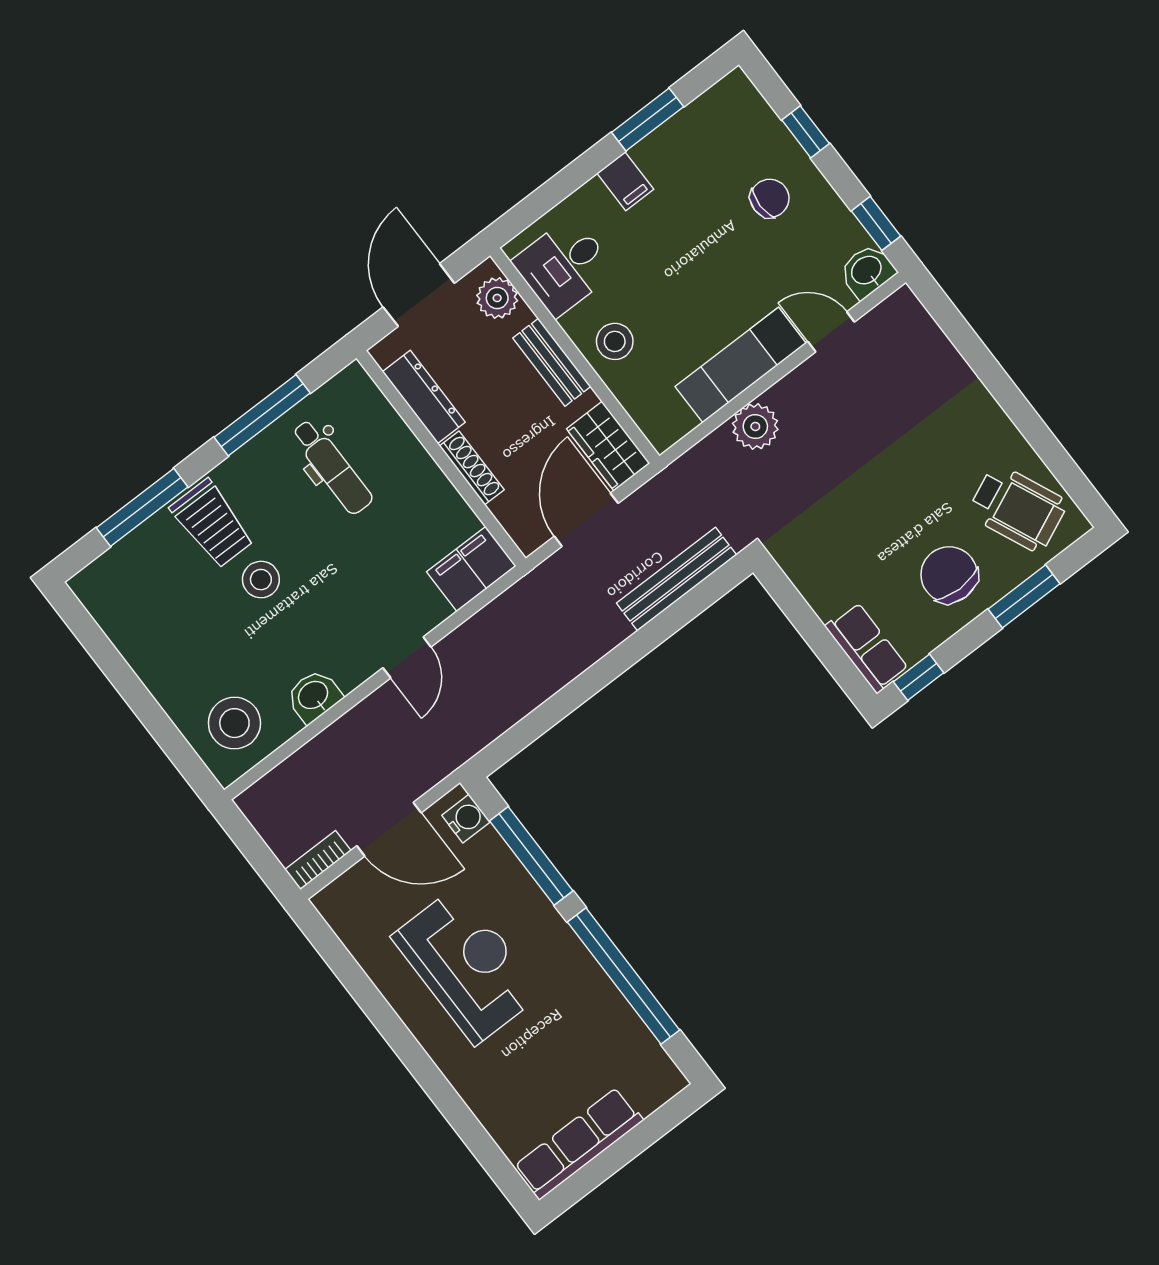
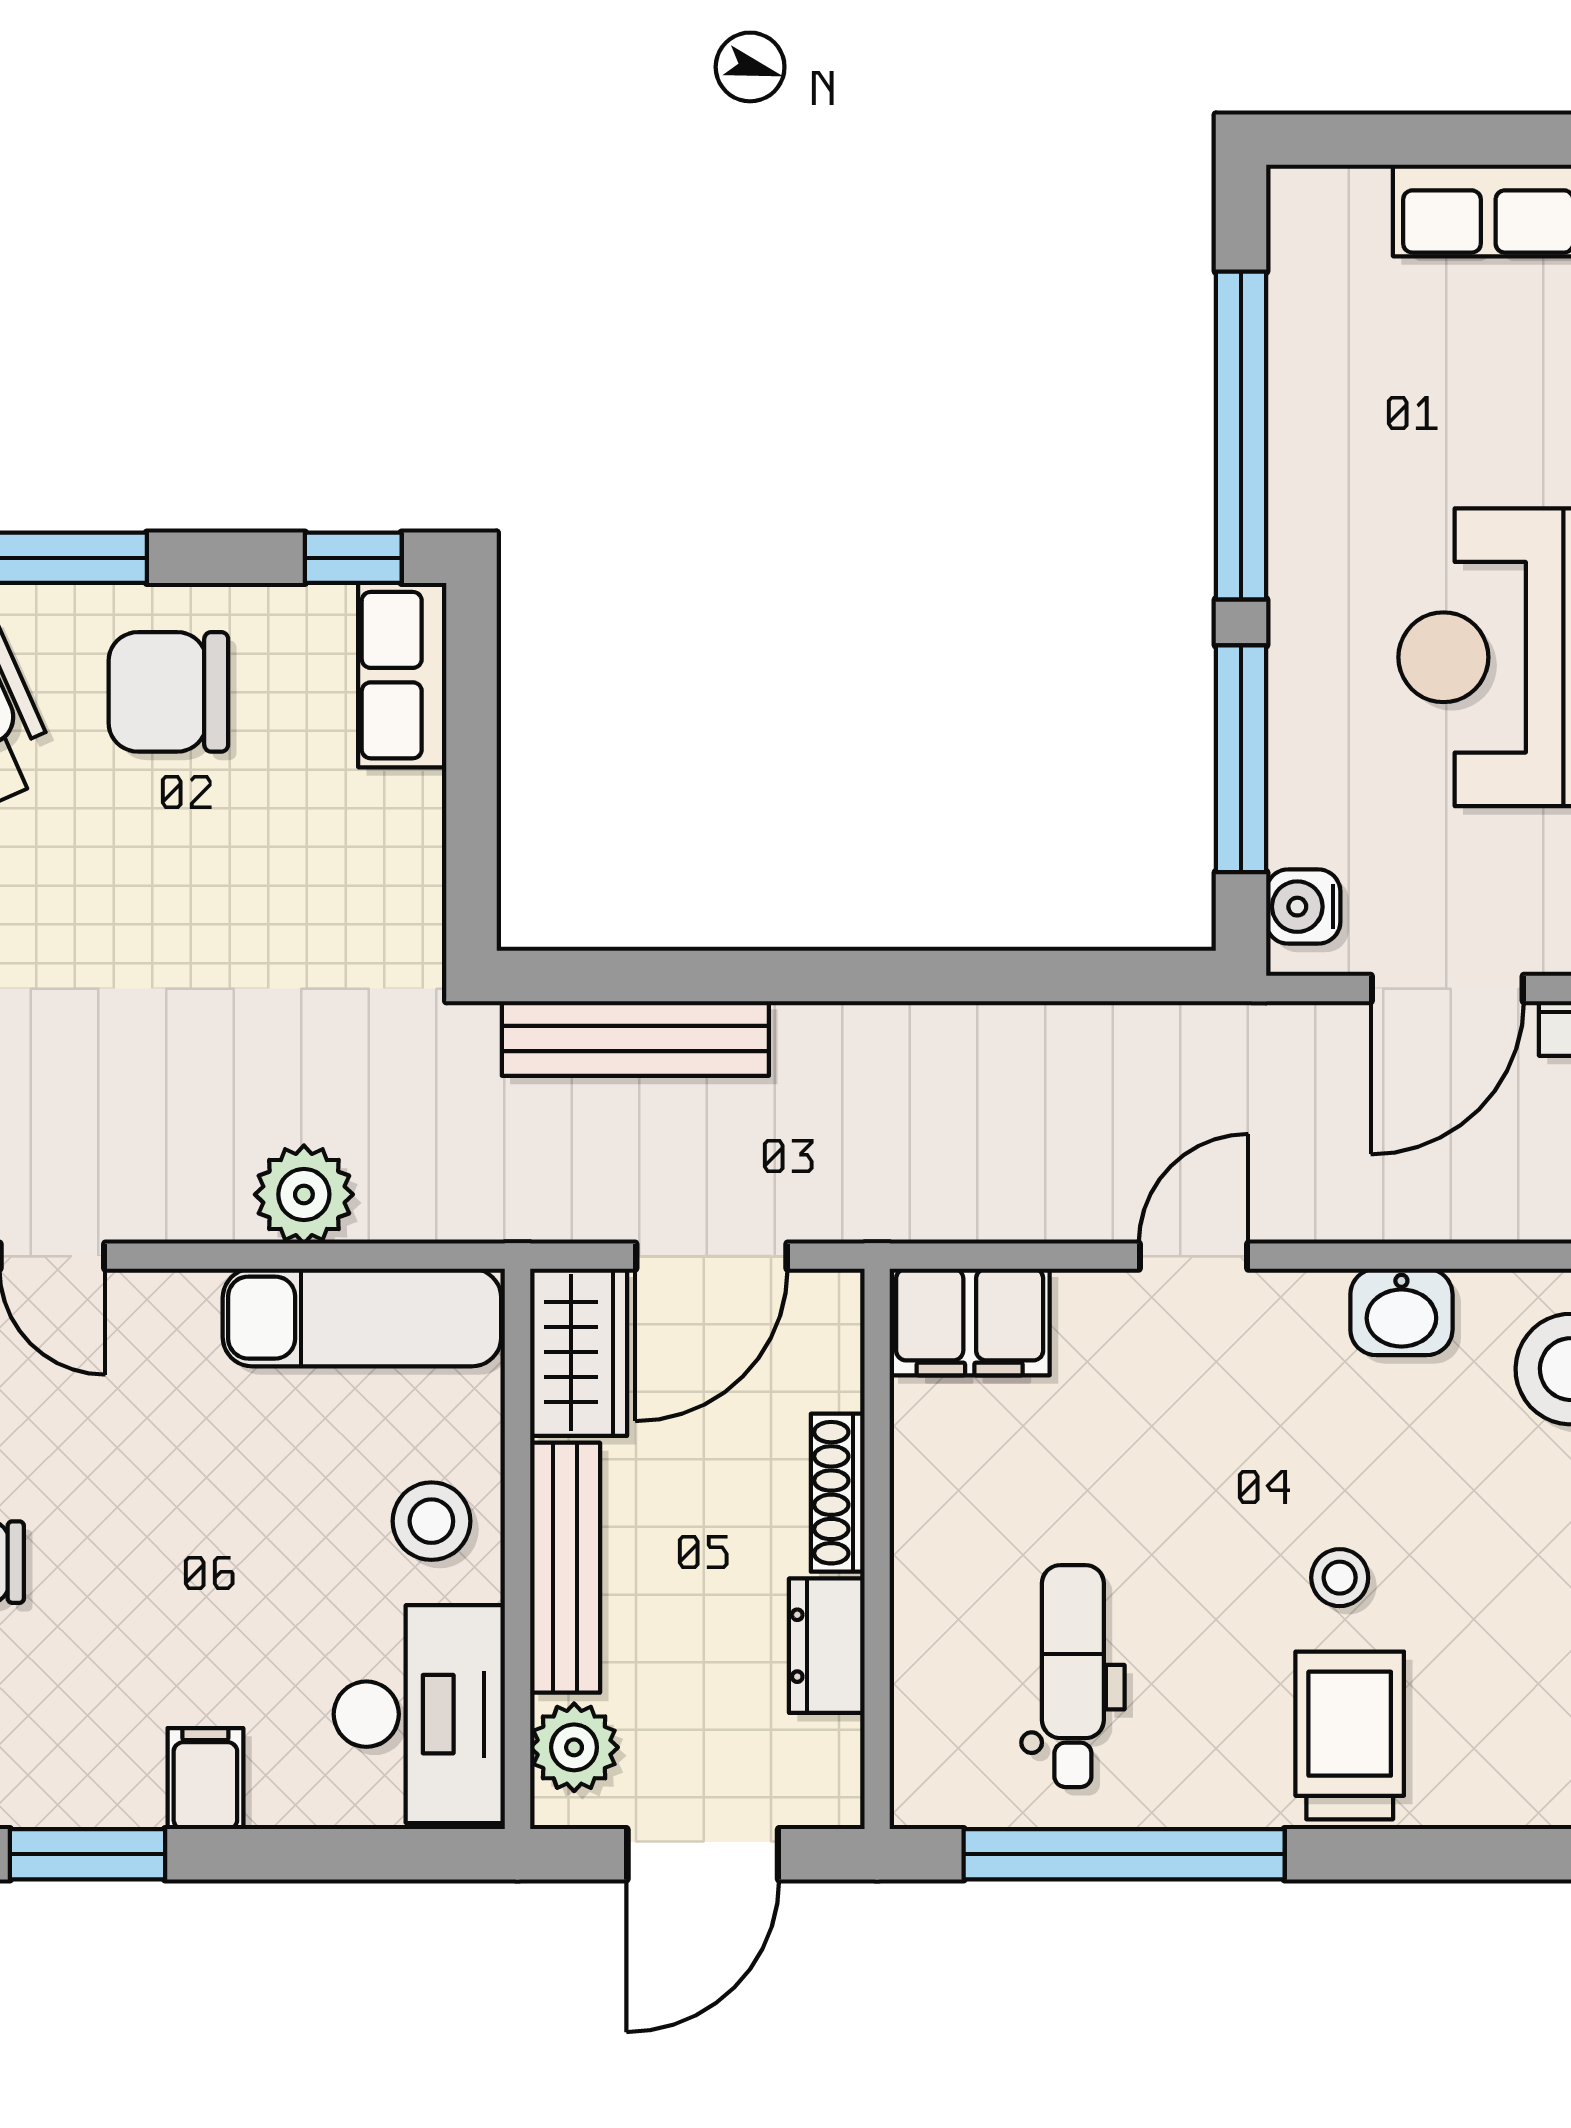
desk: (564, 266) -> (419, 1714), width x1.37
bench: (552, 362) -> (565, 1568), width x1.36
exam couch: (741, 365) -> (362, 1318), moved
dresser: (424, 397) -> (827, 1646), width x0.70
window: (262, 415) -> (1124, 1854), width x1.46
window: (142, 507) -> (1447, 1854), removed
chair: (949, 575) -> (168, 692), turned 90
stool: (261, 580) -> (1340, 1578), width x0.73, depth x0.73
door: (389, 829) -> (1447, 989), swing flipped

